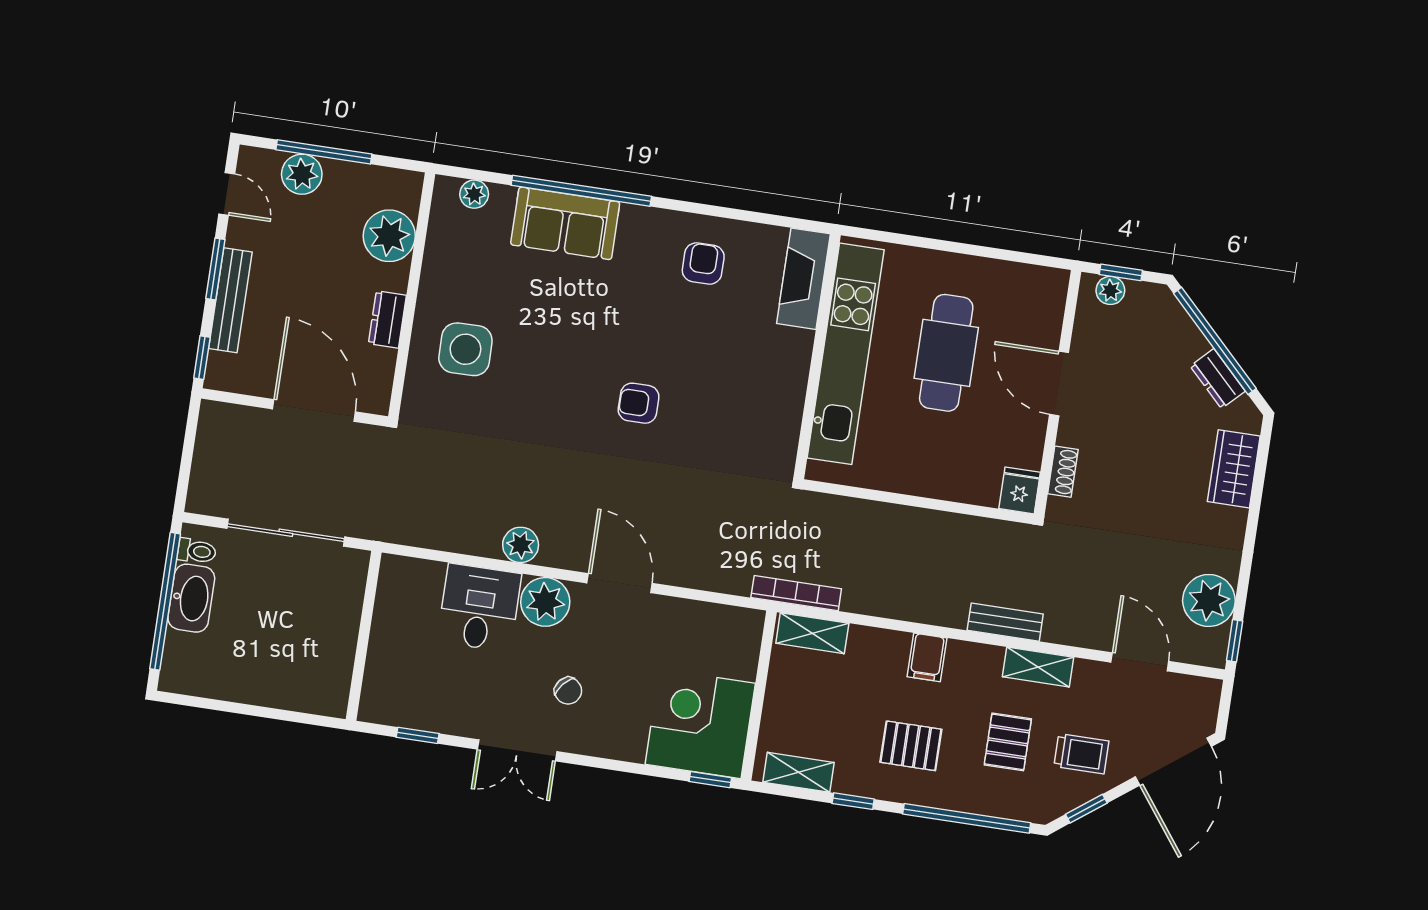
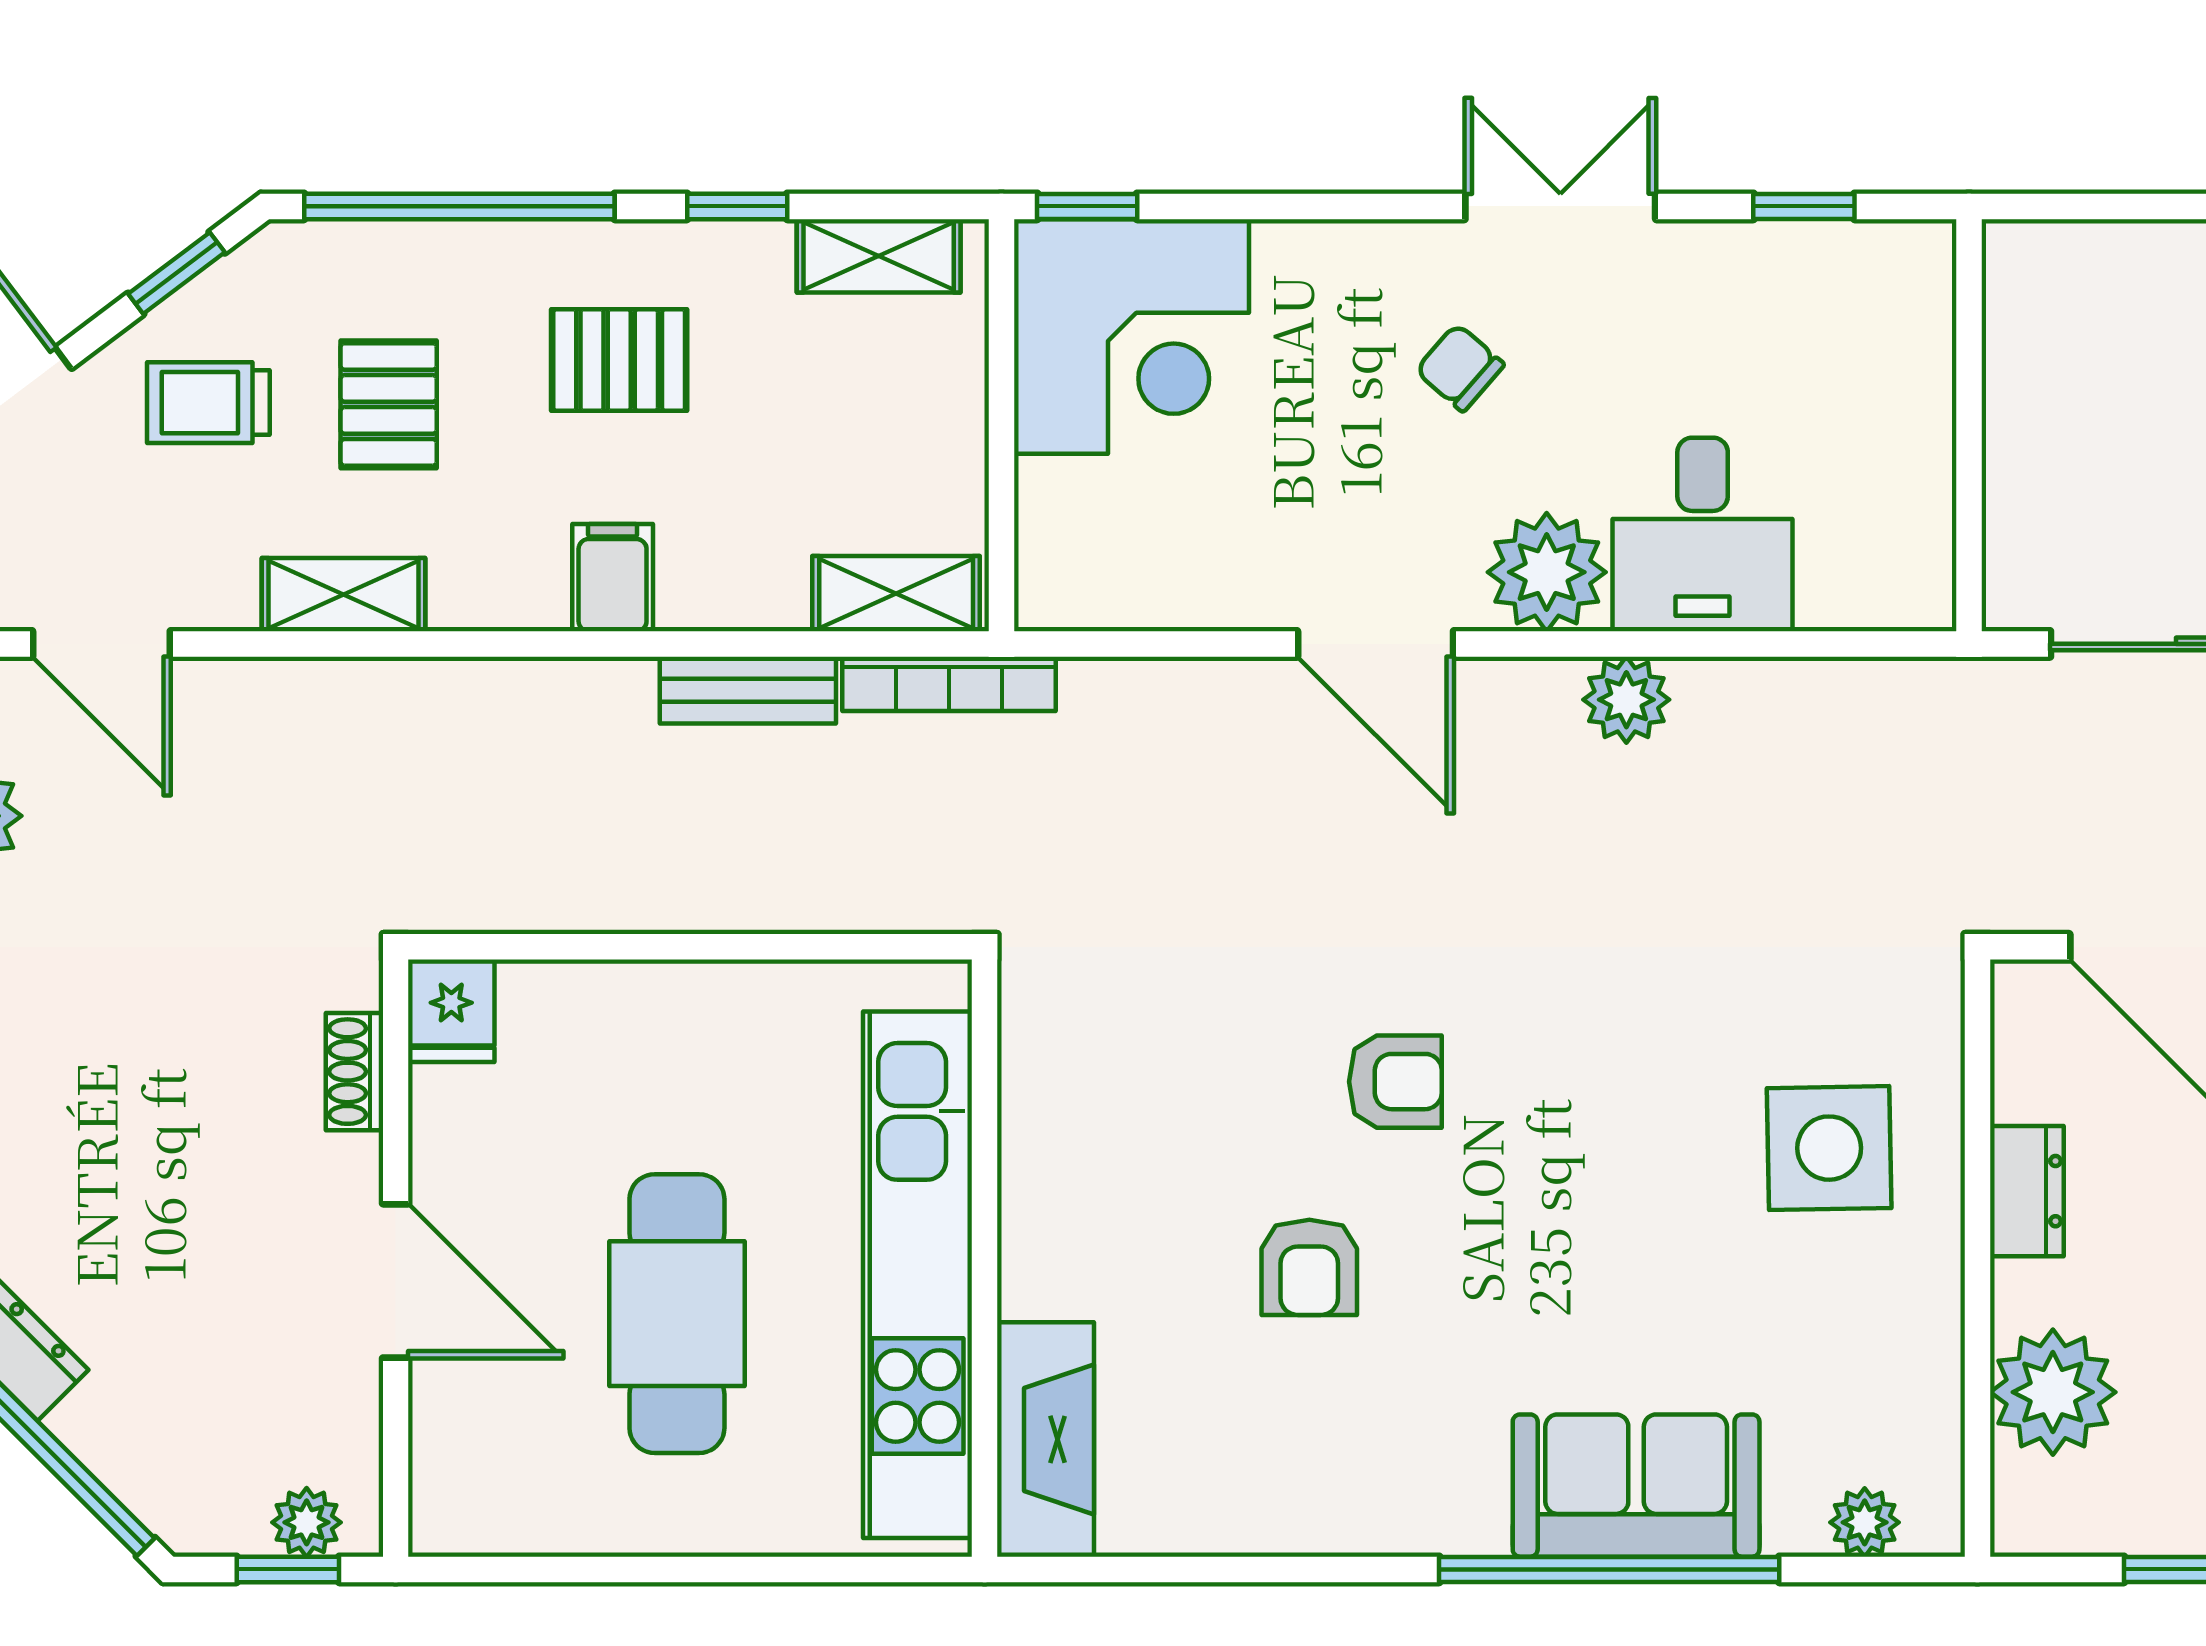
armchair: (703, 263) -> (1309, 1267), moved
bench: (1005, 622) -> (748, 690), moved

